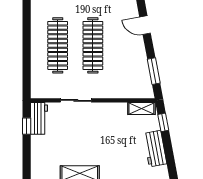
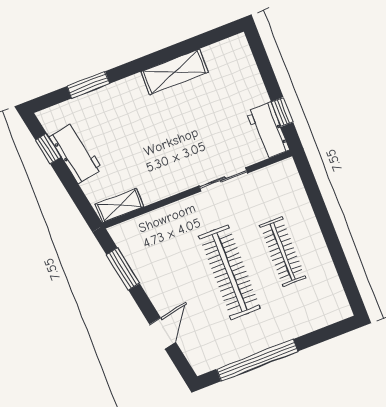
door: (145, 25) -> (163, 333), hinge flipped
clothes rail: (58, 45) -> (283, 252), width x0.73, depth x0.76
window: (163, 122) -> (48, 149), moved

